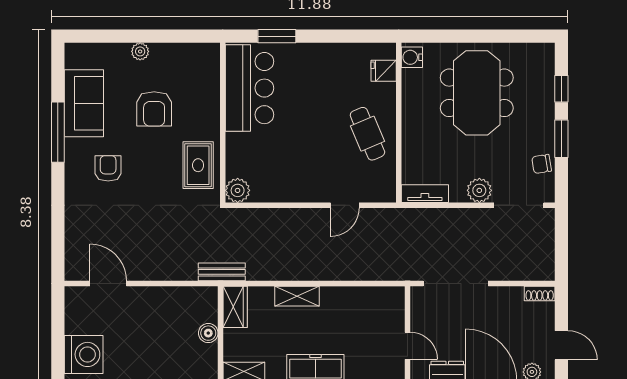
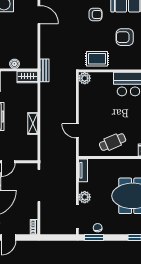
window: (561, 139) -> (94, 237), moved
door: (108, 284) -> (39, 15), hinge flipped
shelving: (297, 296) -> (33, 123), moved

